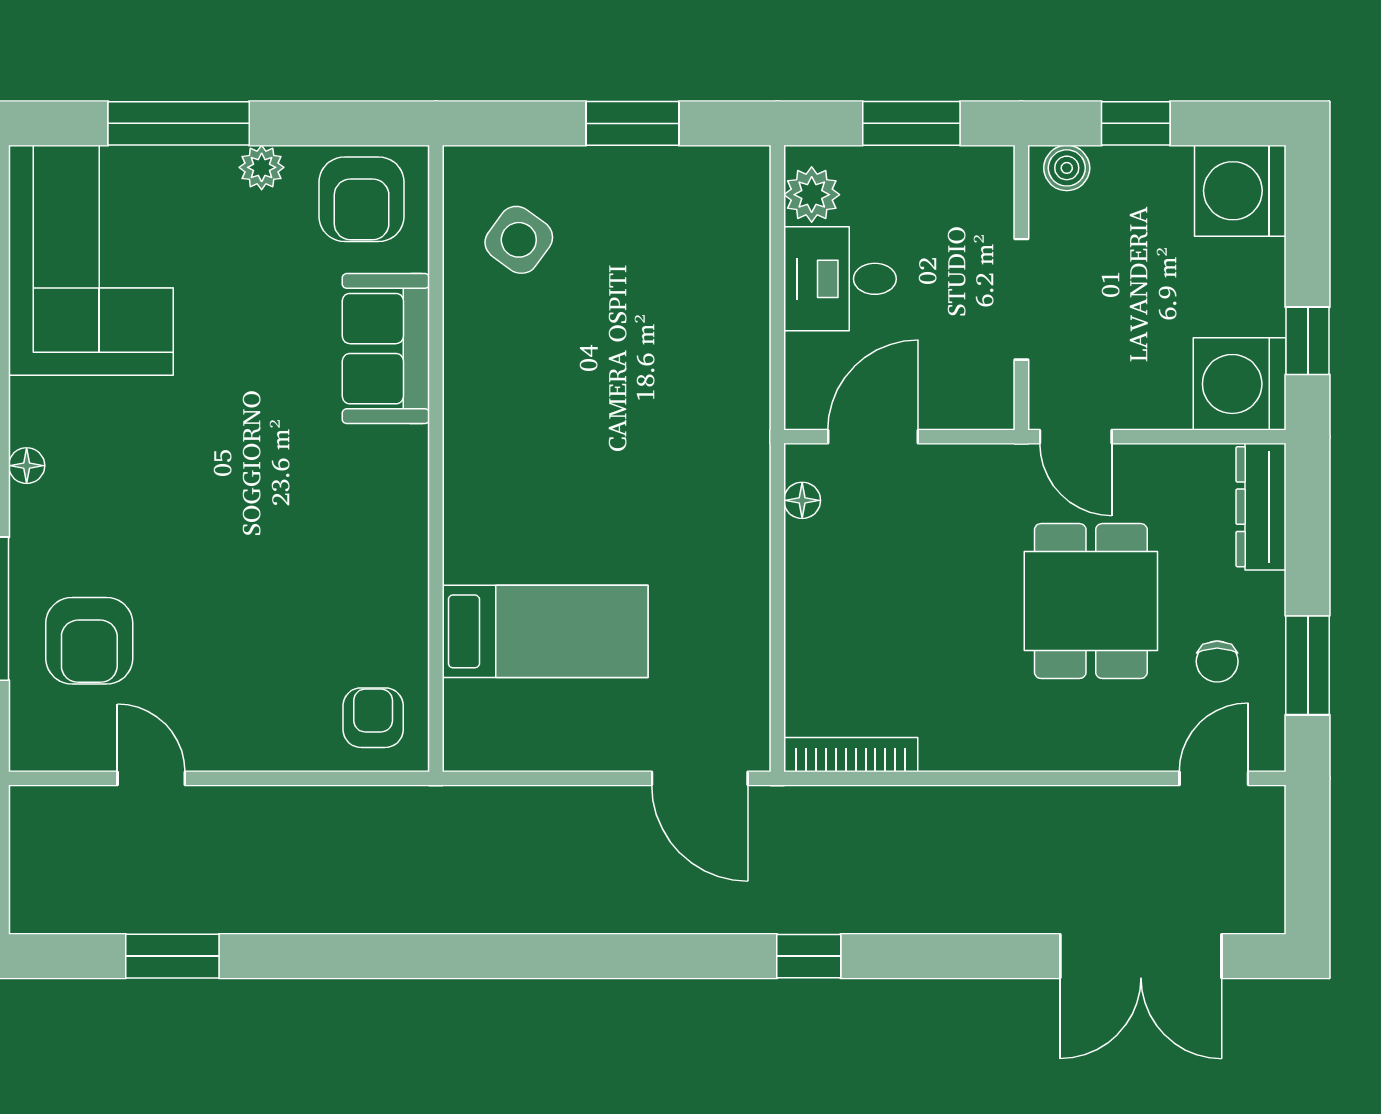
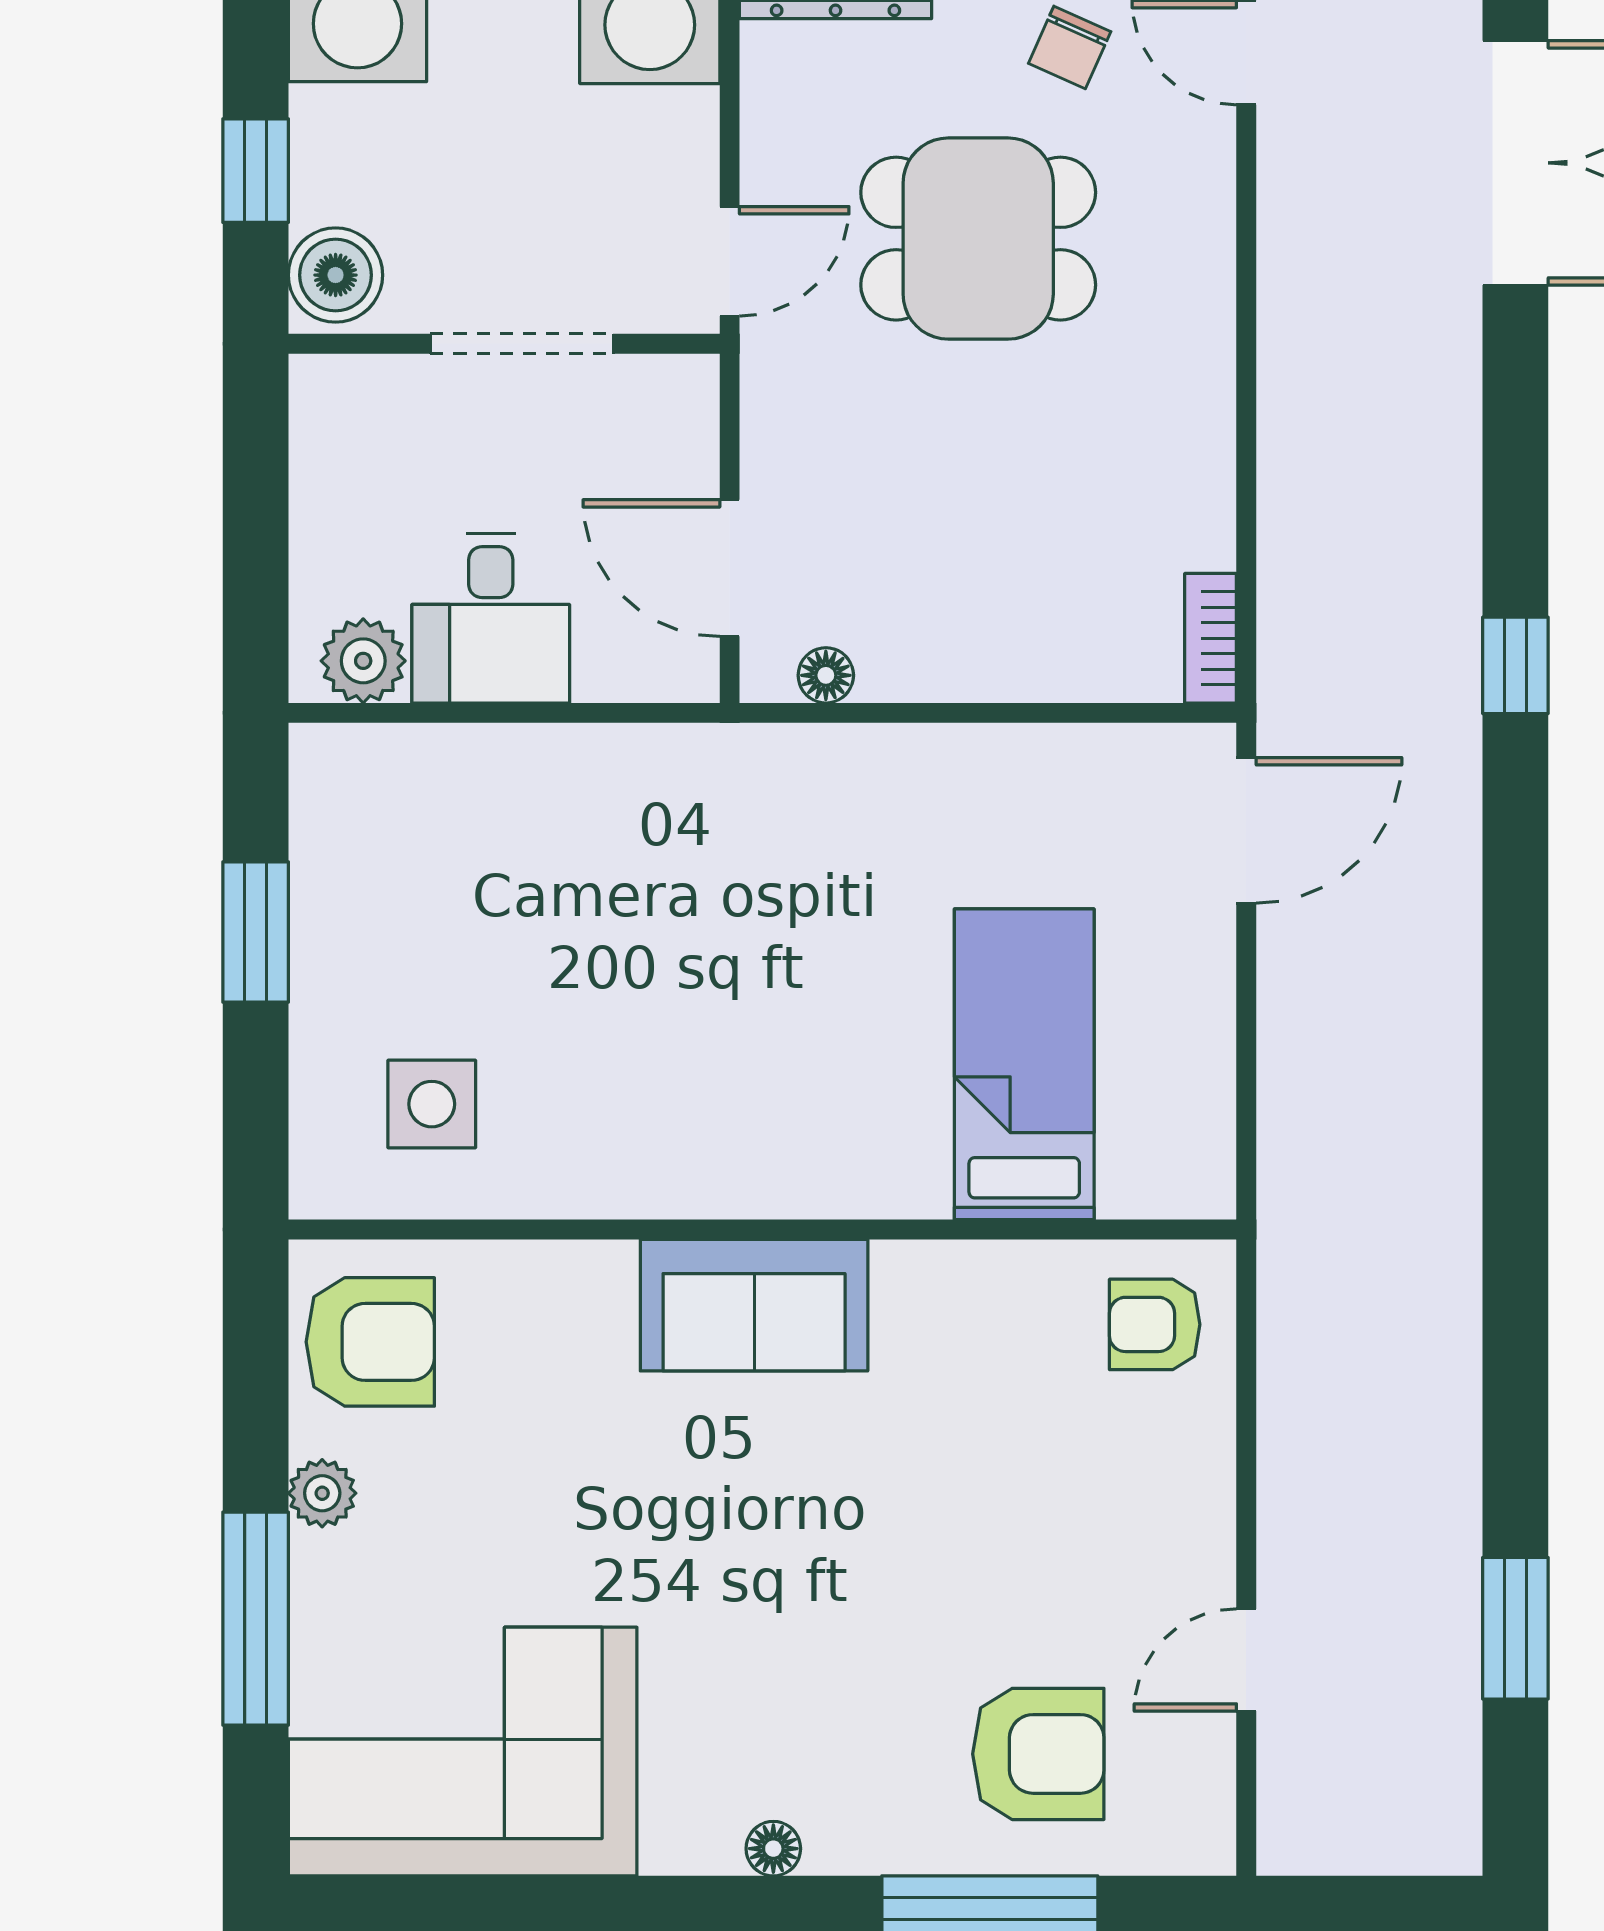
window: (911, 123) -> (256, 510), removed
boiler: (1067, 168) -> (336, 275), width x1.36, depth x1.36
side table: (519, 240) -> (432, 1104), turned -36
sofa: (386, 349) -> (754, 1305), moved
chair: (1217, 661) -> (1070, 47), turned 114
bookcase: (851, 755) -> (1211, 638), width x0.64

